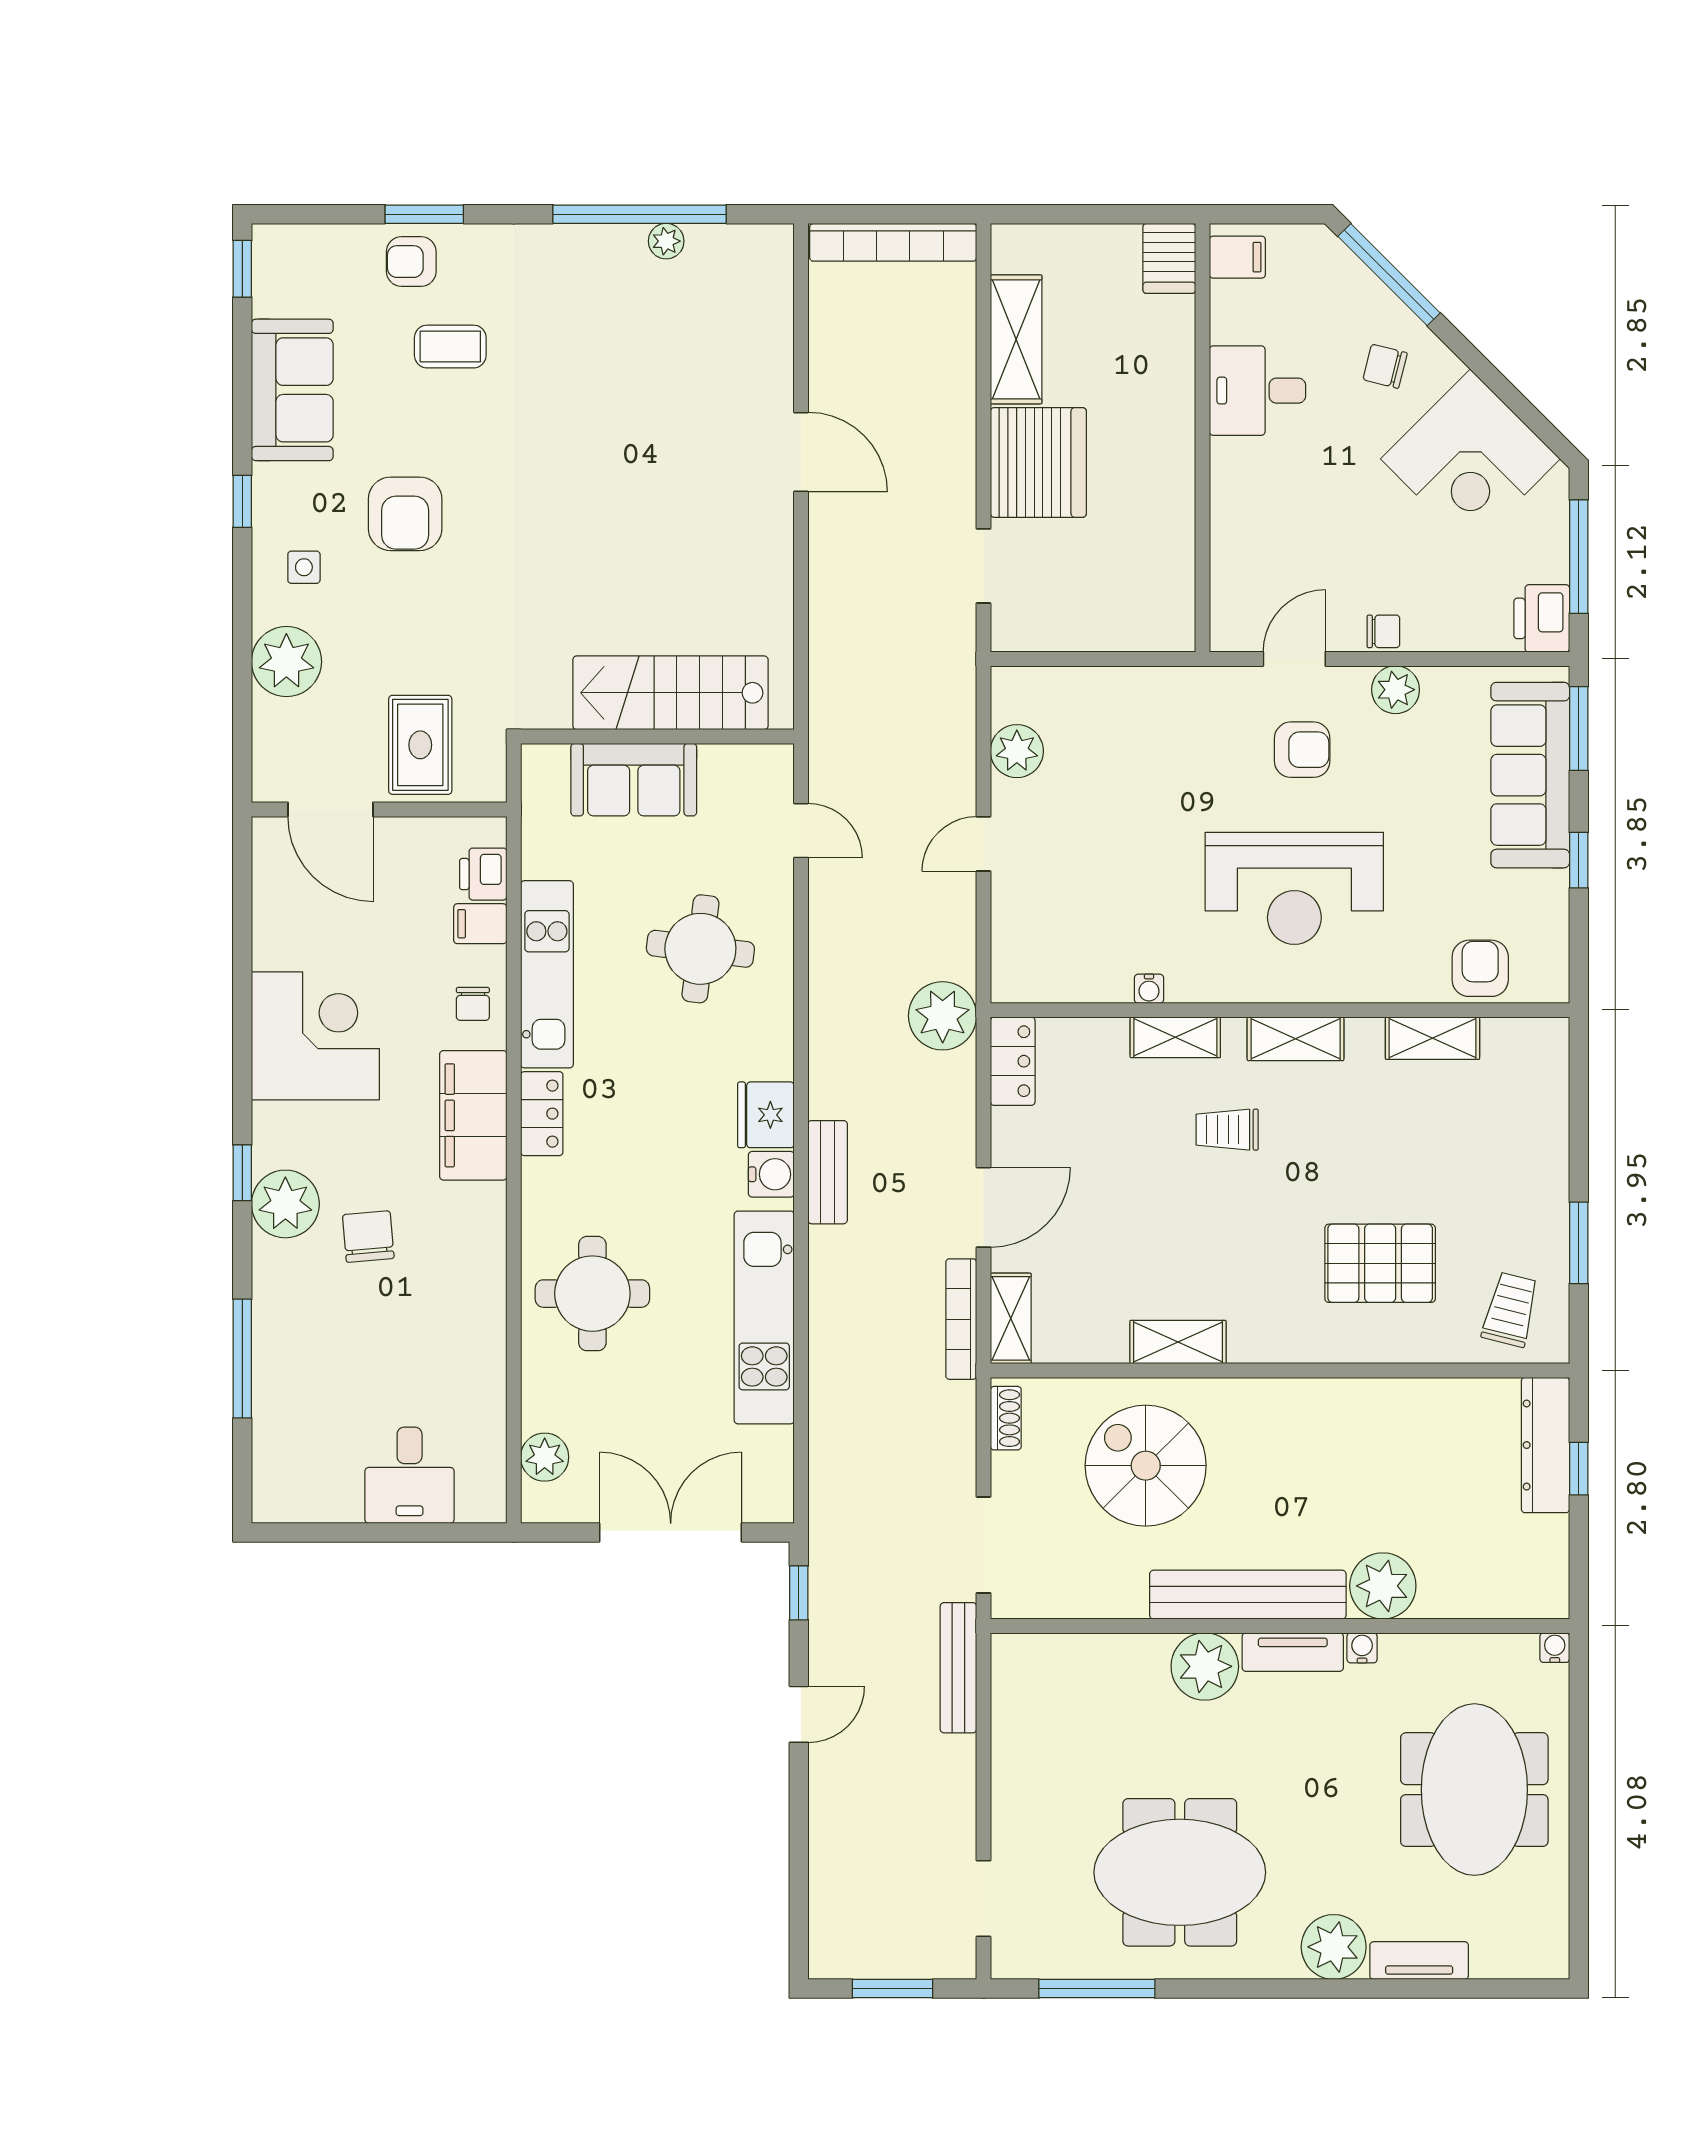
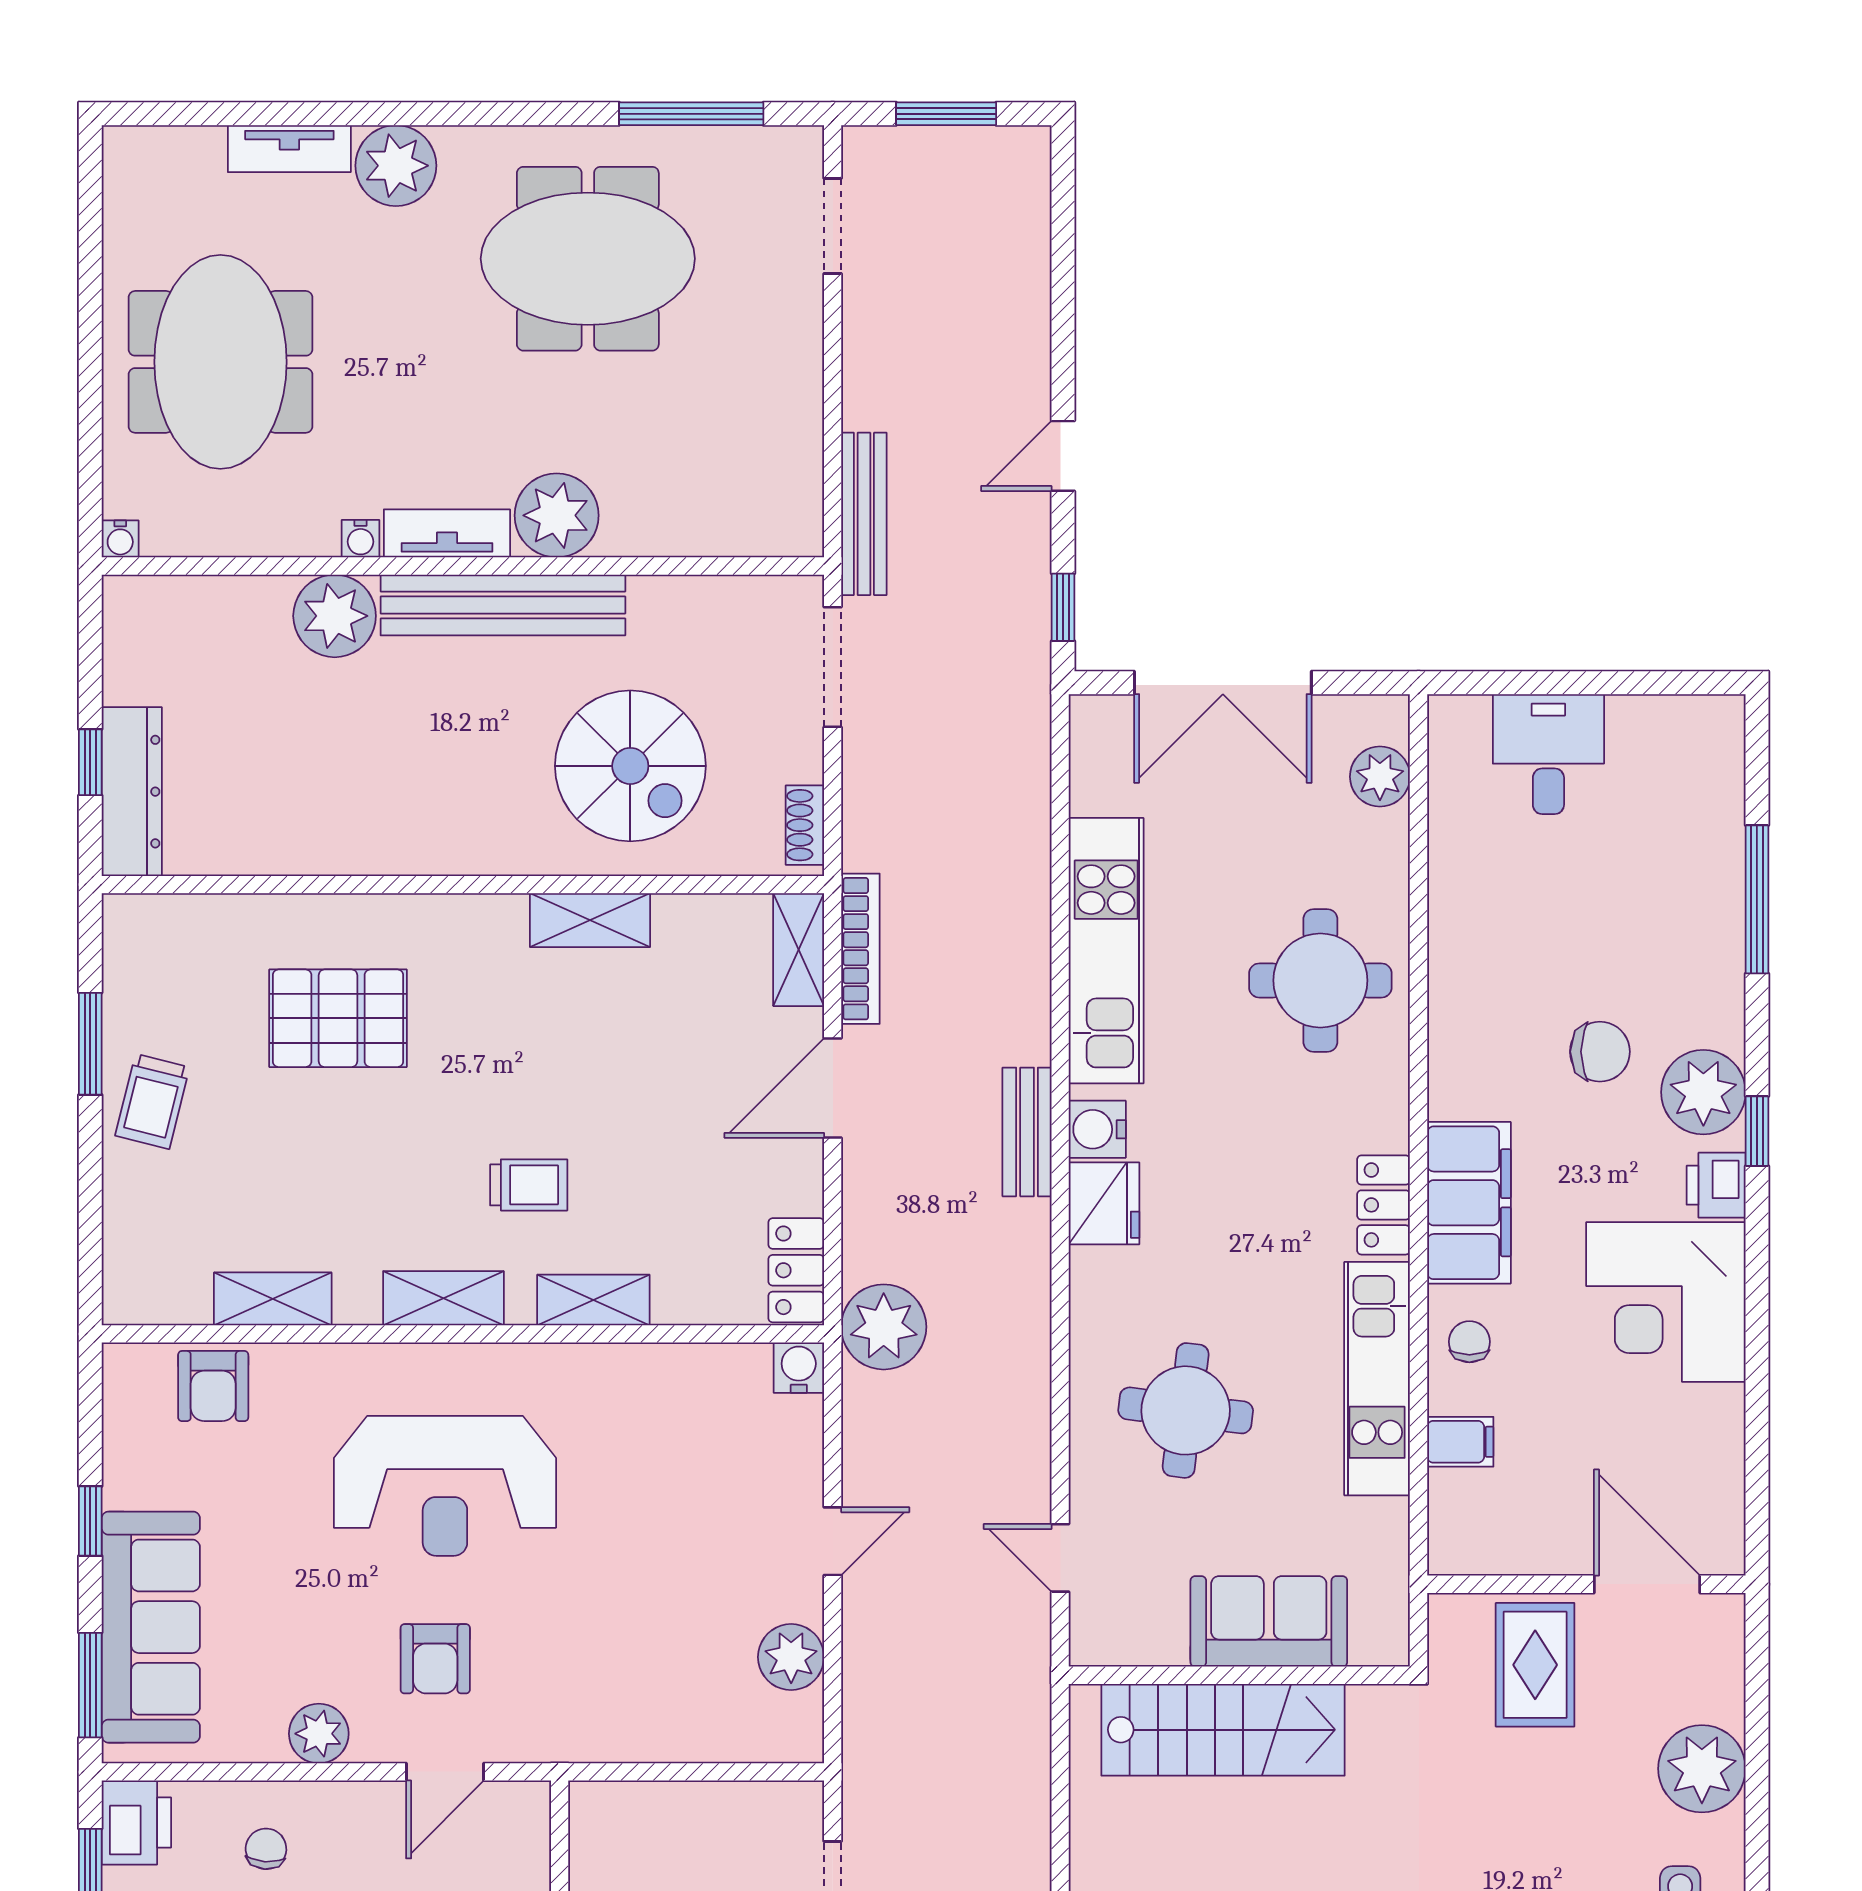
chair: (1383, 631) -> (266, 1849), moved, turned 94
armchair: (1302, 750) -> (435, 1659), turned -90
printer: (483, 874) -> (1716, 1185), moved, turned 180
reception desk: (1294, 888) -> (445, 1486), turned 180
water cooler: (1149, 989) -> (799, 1368), moved, width x1.38, depth x1.38
chair: (368, 1236) -> (1600, 1052), turned -85
trolley: (1510, 1310) -> (152, 1101), moved

